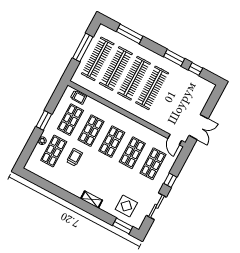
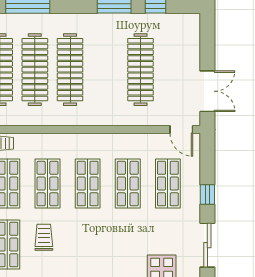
clothes rail: (152, 88) -> (140, 70), moved

